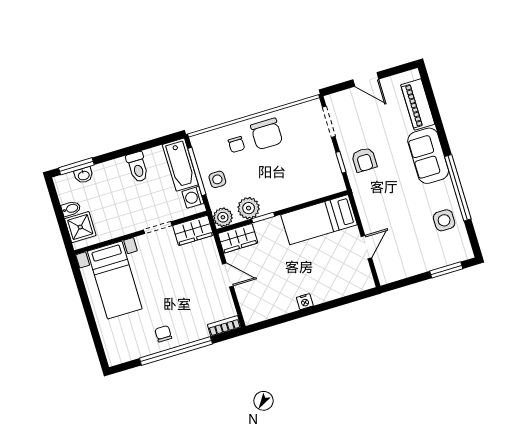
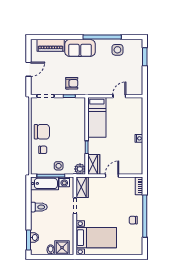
plant: (249, 208) -> (79, 154), removed
door: (366, 247) -> (119, 96), hinge flipped

